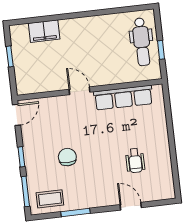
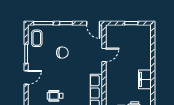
filing cabinet: (44, 31) -> (145, 79), moved
door: (80, 91) -> (104, 55), moved
door: (131, 206) -> (26, 77), moved

